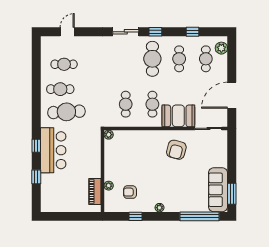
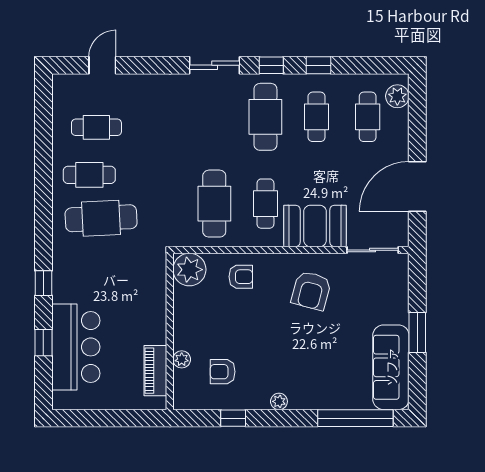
window: (192, 32) -> (319, 65), moved
cafe table: (126, 104) -> (214, 204), width x1.37, depth x1.35
plant: (109, 135) -> (189, 270), width x1.88, depth x1.88
armchair: (140, 142) -> (241, 277), added
bar counter: (53, 150) -> (76, 347), moved
window: (232, 194) -> (417, 332), moved

